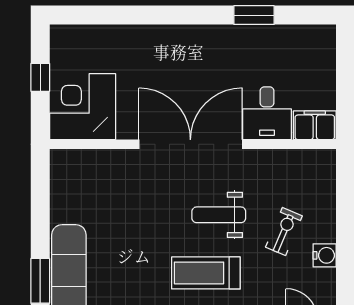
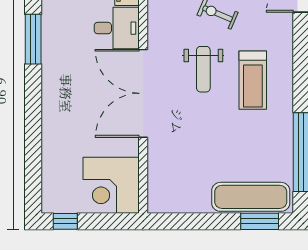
window: (254, 15) -> (33, 39), width x1.44
window: (40, 77) -> (65, 221), moved

